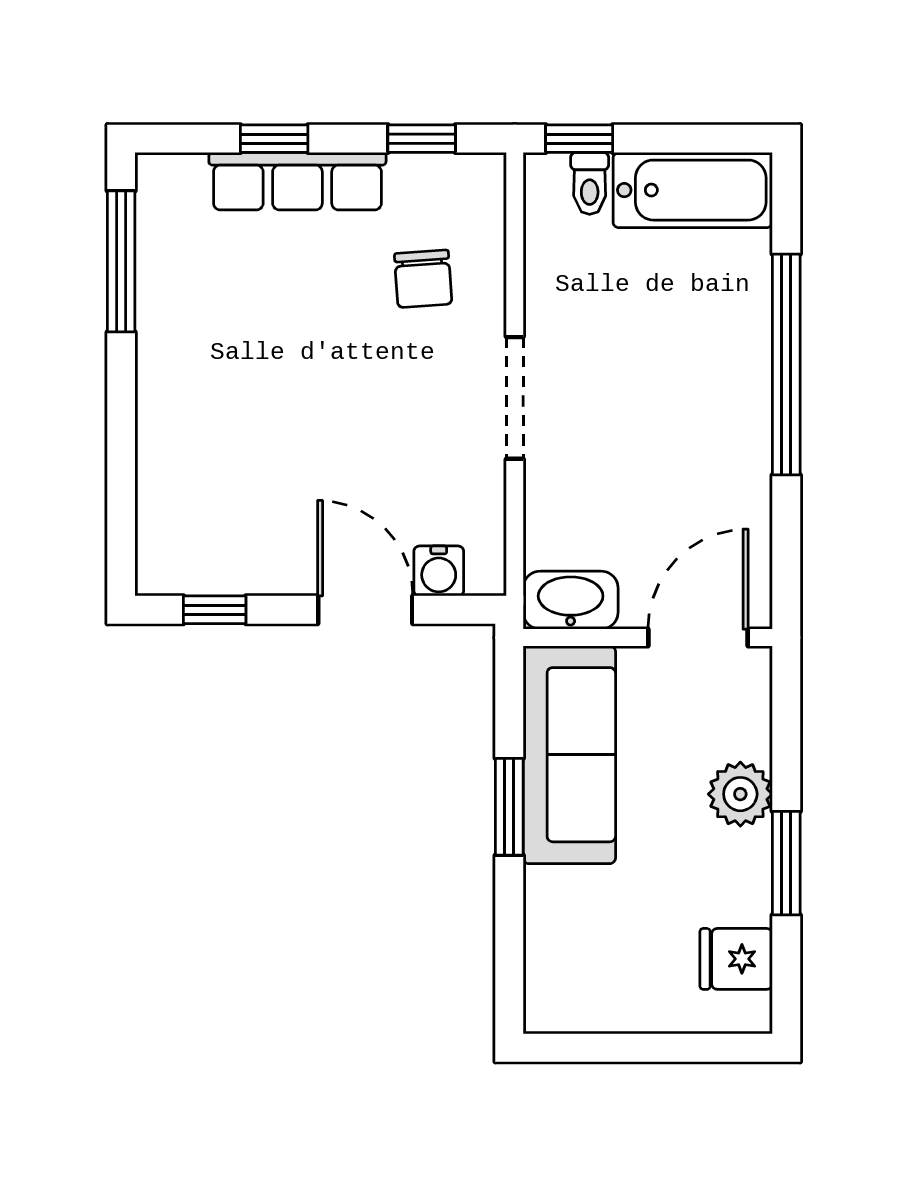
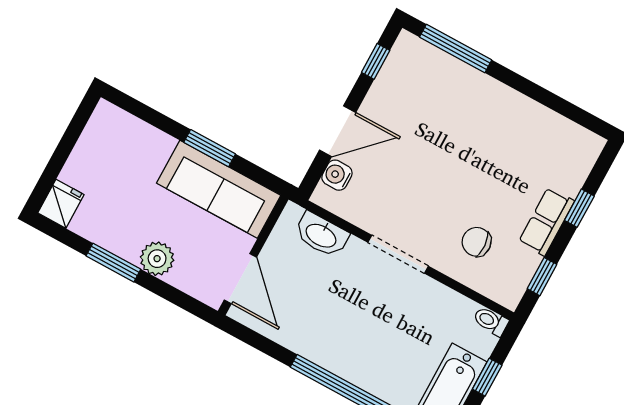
window: (579, 139) -> (487, 377), moved
row of seats: (297, 181) -> (546, 222), width x0.68
toilet: (590, 183) -> (491, 321), moved
window: (121, 261) -> (456, 49), moved
washbasin: (571, 600) -> (321, 235), moved, turned 90
fridge: (736, 959) -> (61, 204), moved

